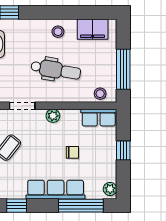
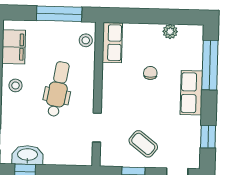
plant: (53, 116) -> (109, 94), removed
window: (123, 150) -> (150, 16), removed
plant: (110, 189) -> (170, 31), moved
row of seats: (56, 190) -> (191, 93), width x0.68

